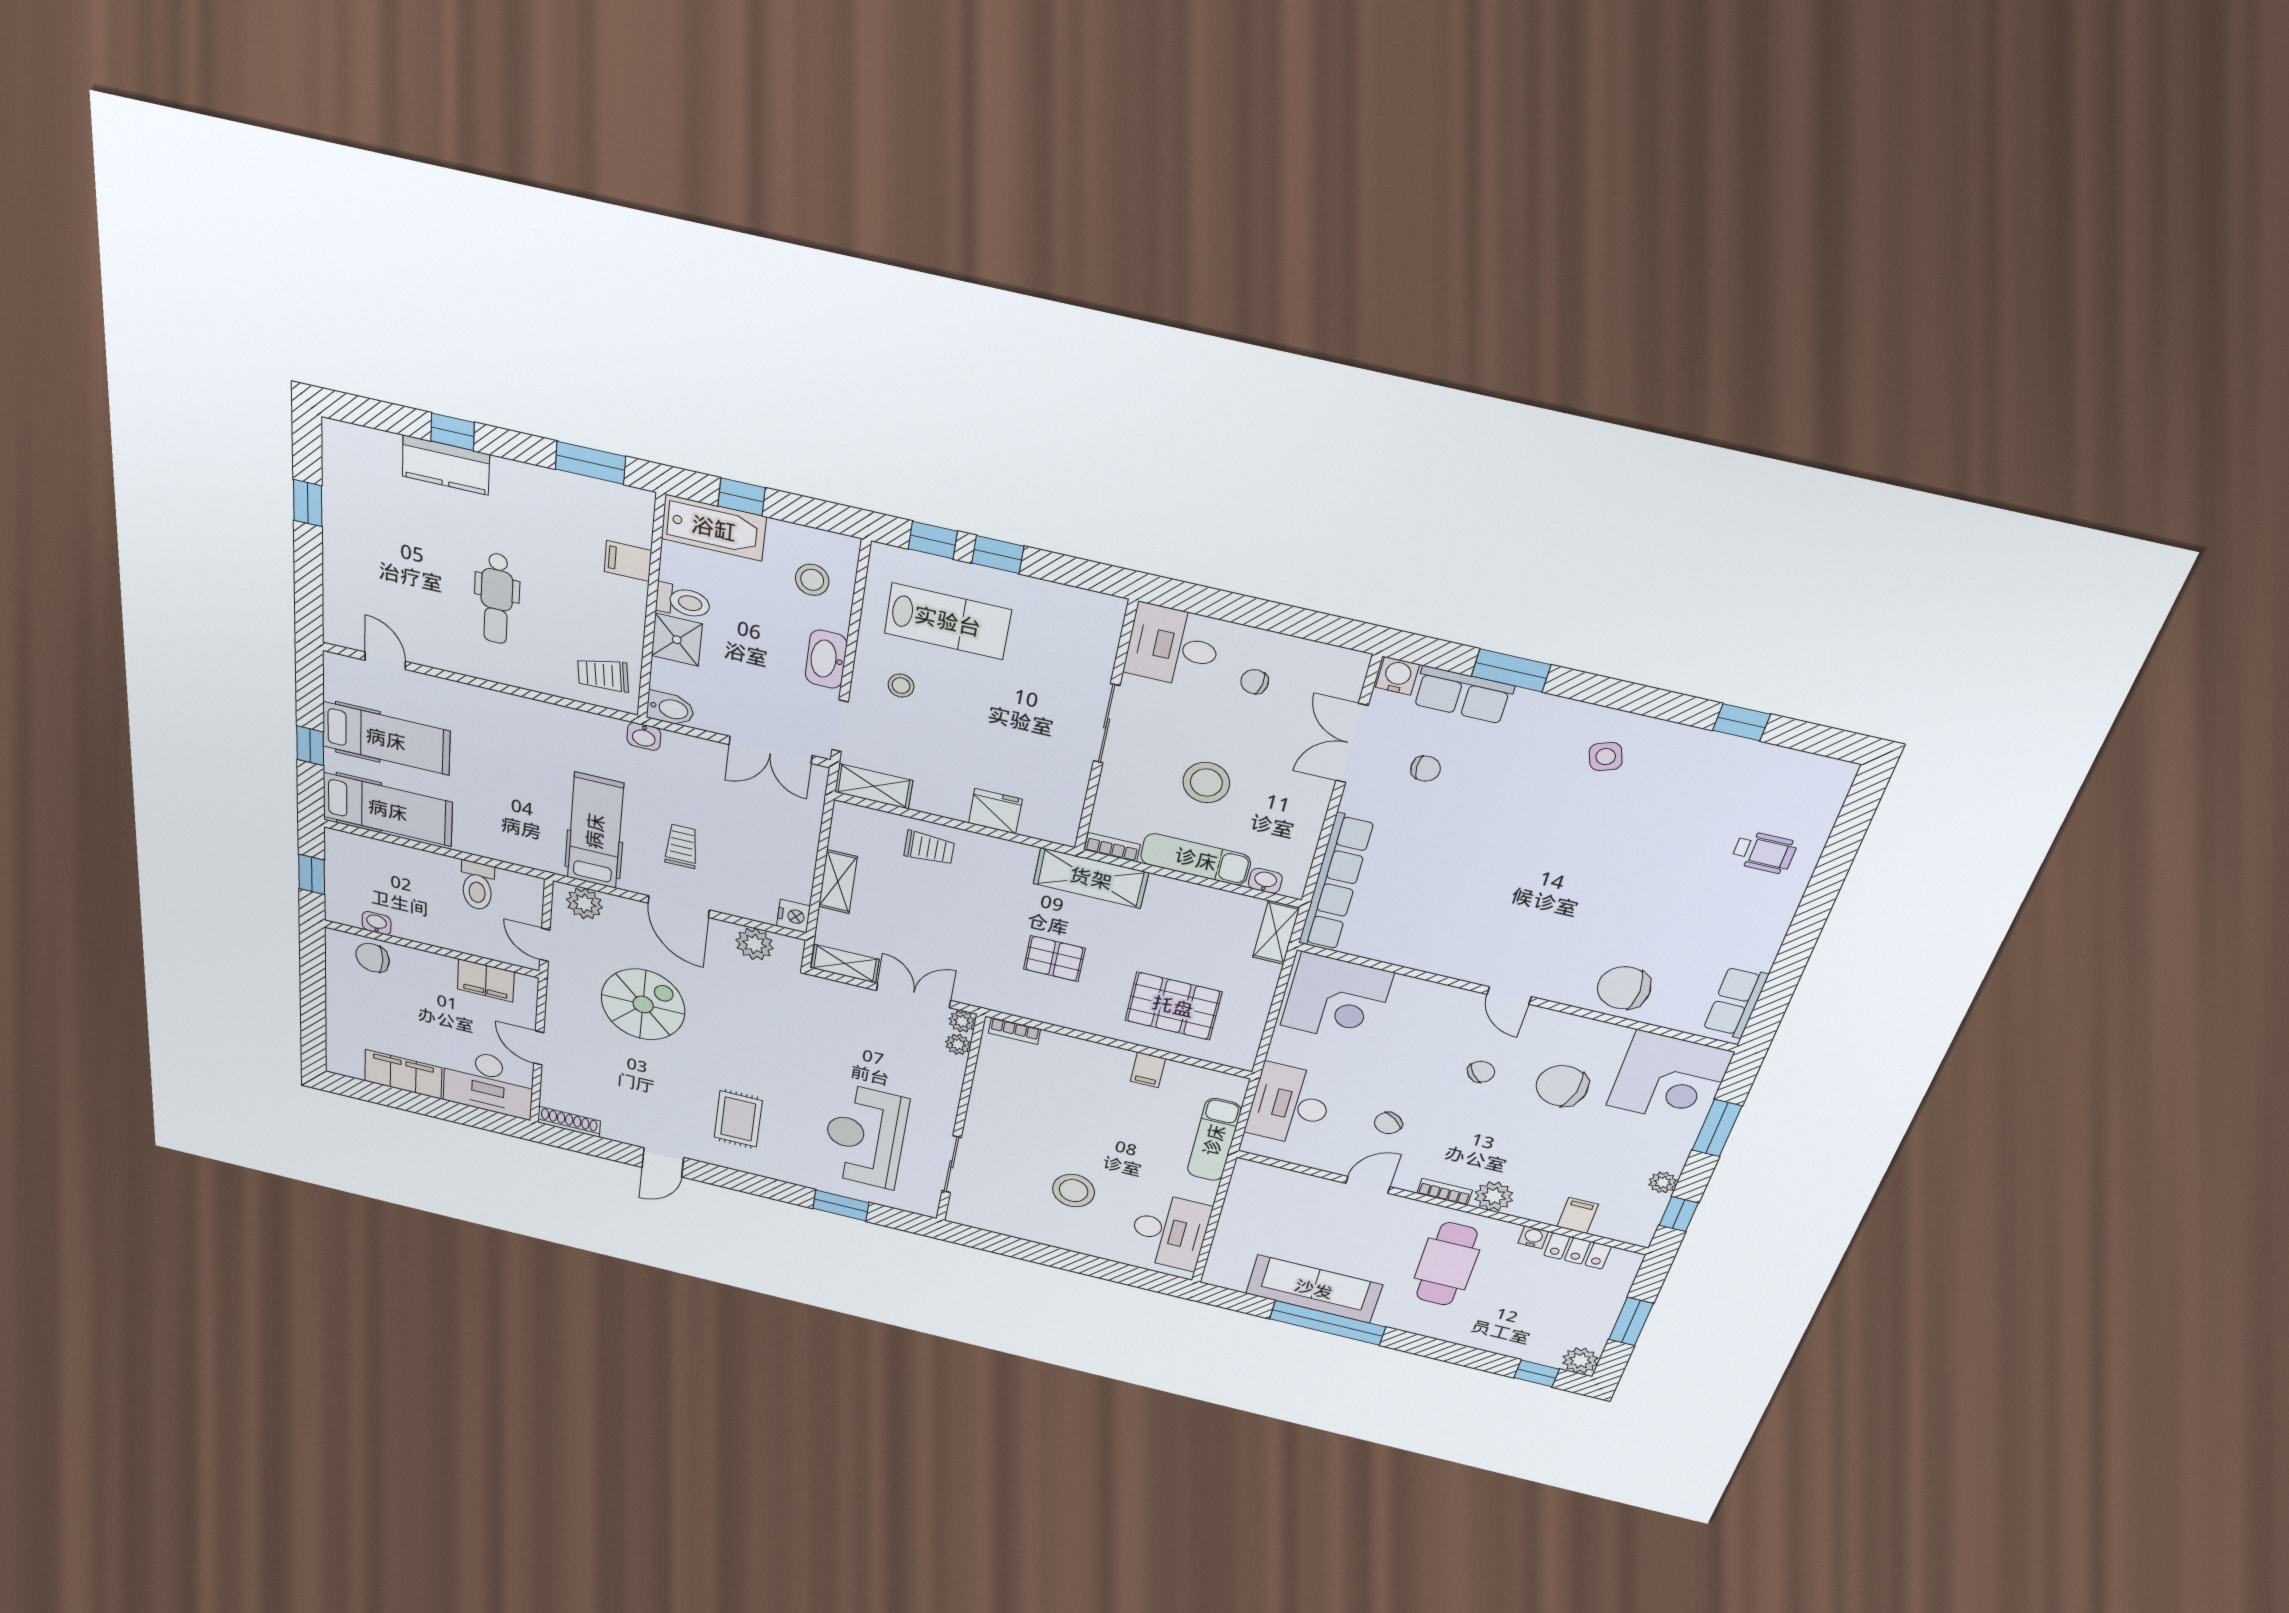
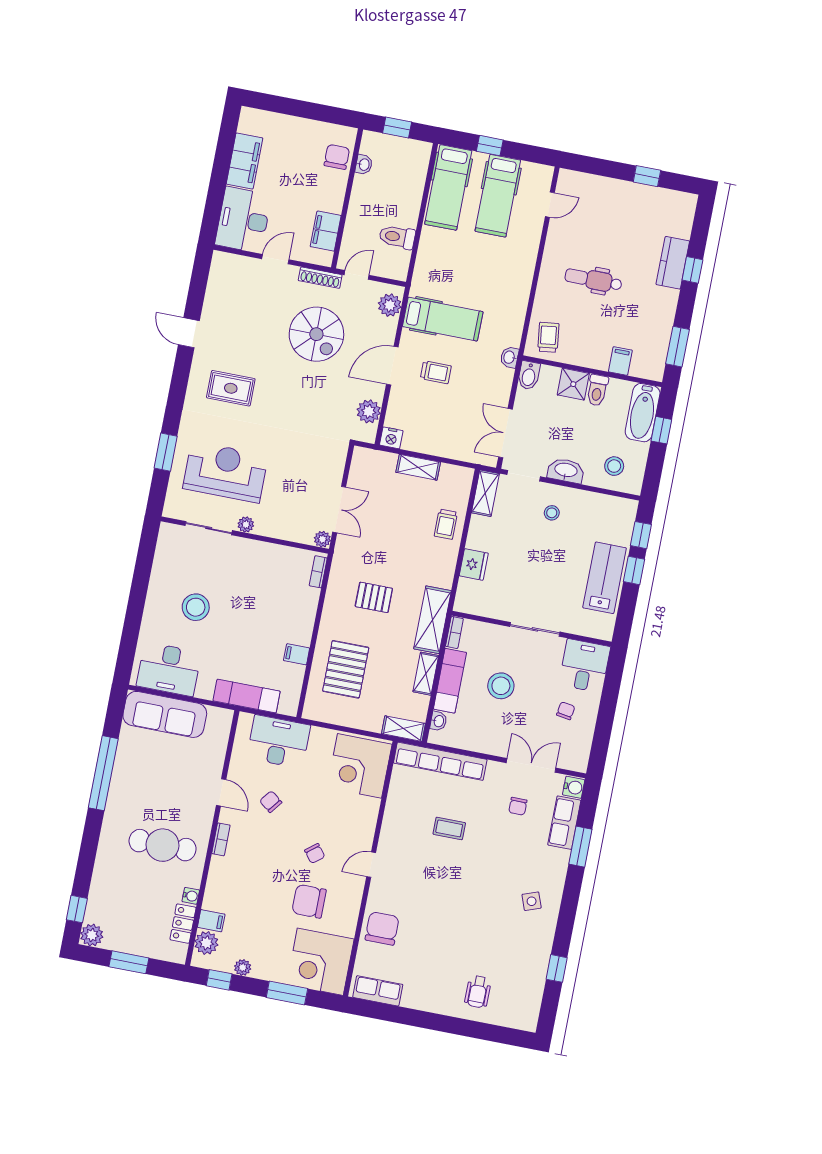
lab bench: (948, 621) -> (605, 578), moved, turned 180
coffee table: (1457, 877) -> (449, 828), added
pallet: (1054, 959) -> (374, 597), turned 90
shelving: (845, 964) -> (426, 674), moved
plant: (958, 1044) -> (246, 525), moved
chair: (1562, 1086) -> (309, 901), turned -101
shoe rack: (569, 1122) -> (320, 278), moved, turned 90
plant: (1494, 1196) -> (206, 943), moved
sofa: (1314, 1289) -> (165, 714), moved, turned 90

